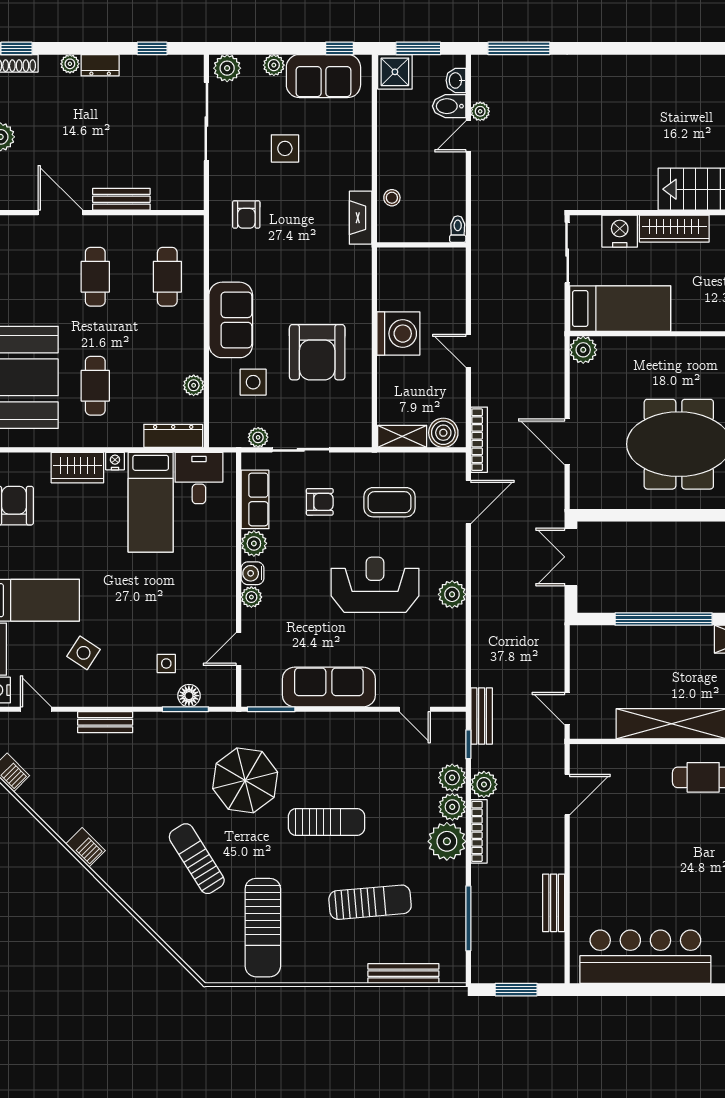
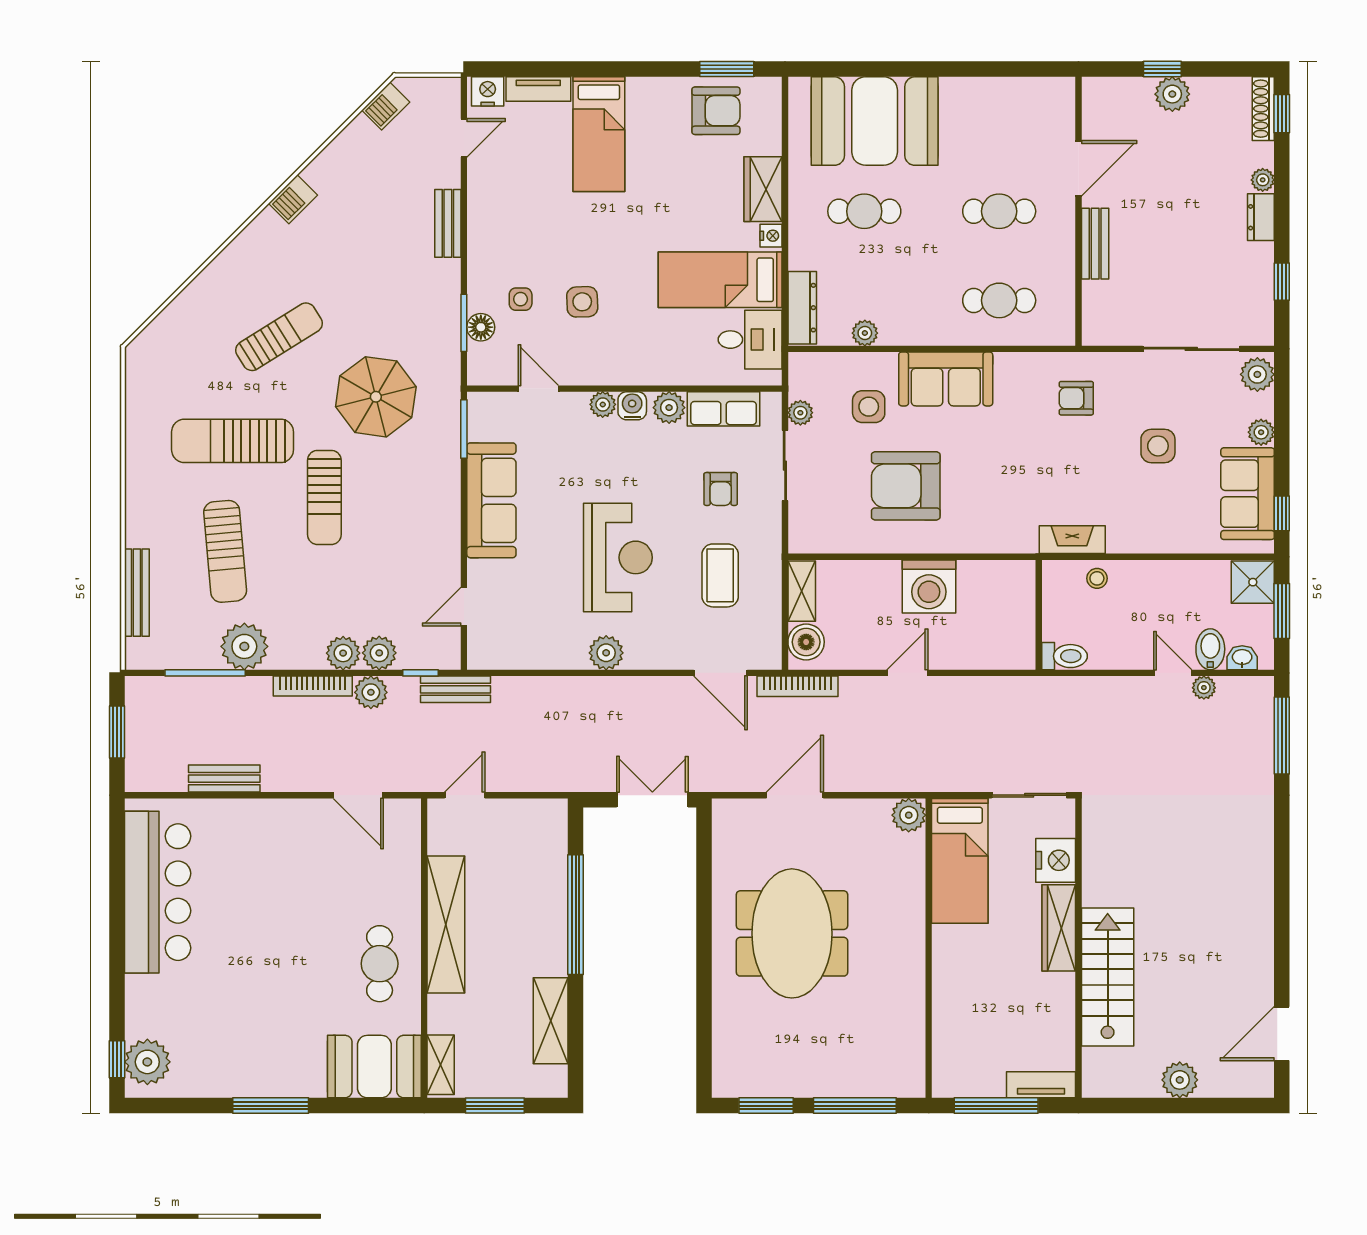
toilet: (458, 229) -> (1064, 656), width x1.37, depth x1.39
side table: (84, 653) -> (582, 302), moved, turned -35
plant: (447, 841) -> (244, 646), moved
sun lounger: (263, 928) -> (233, 441), moved

